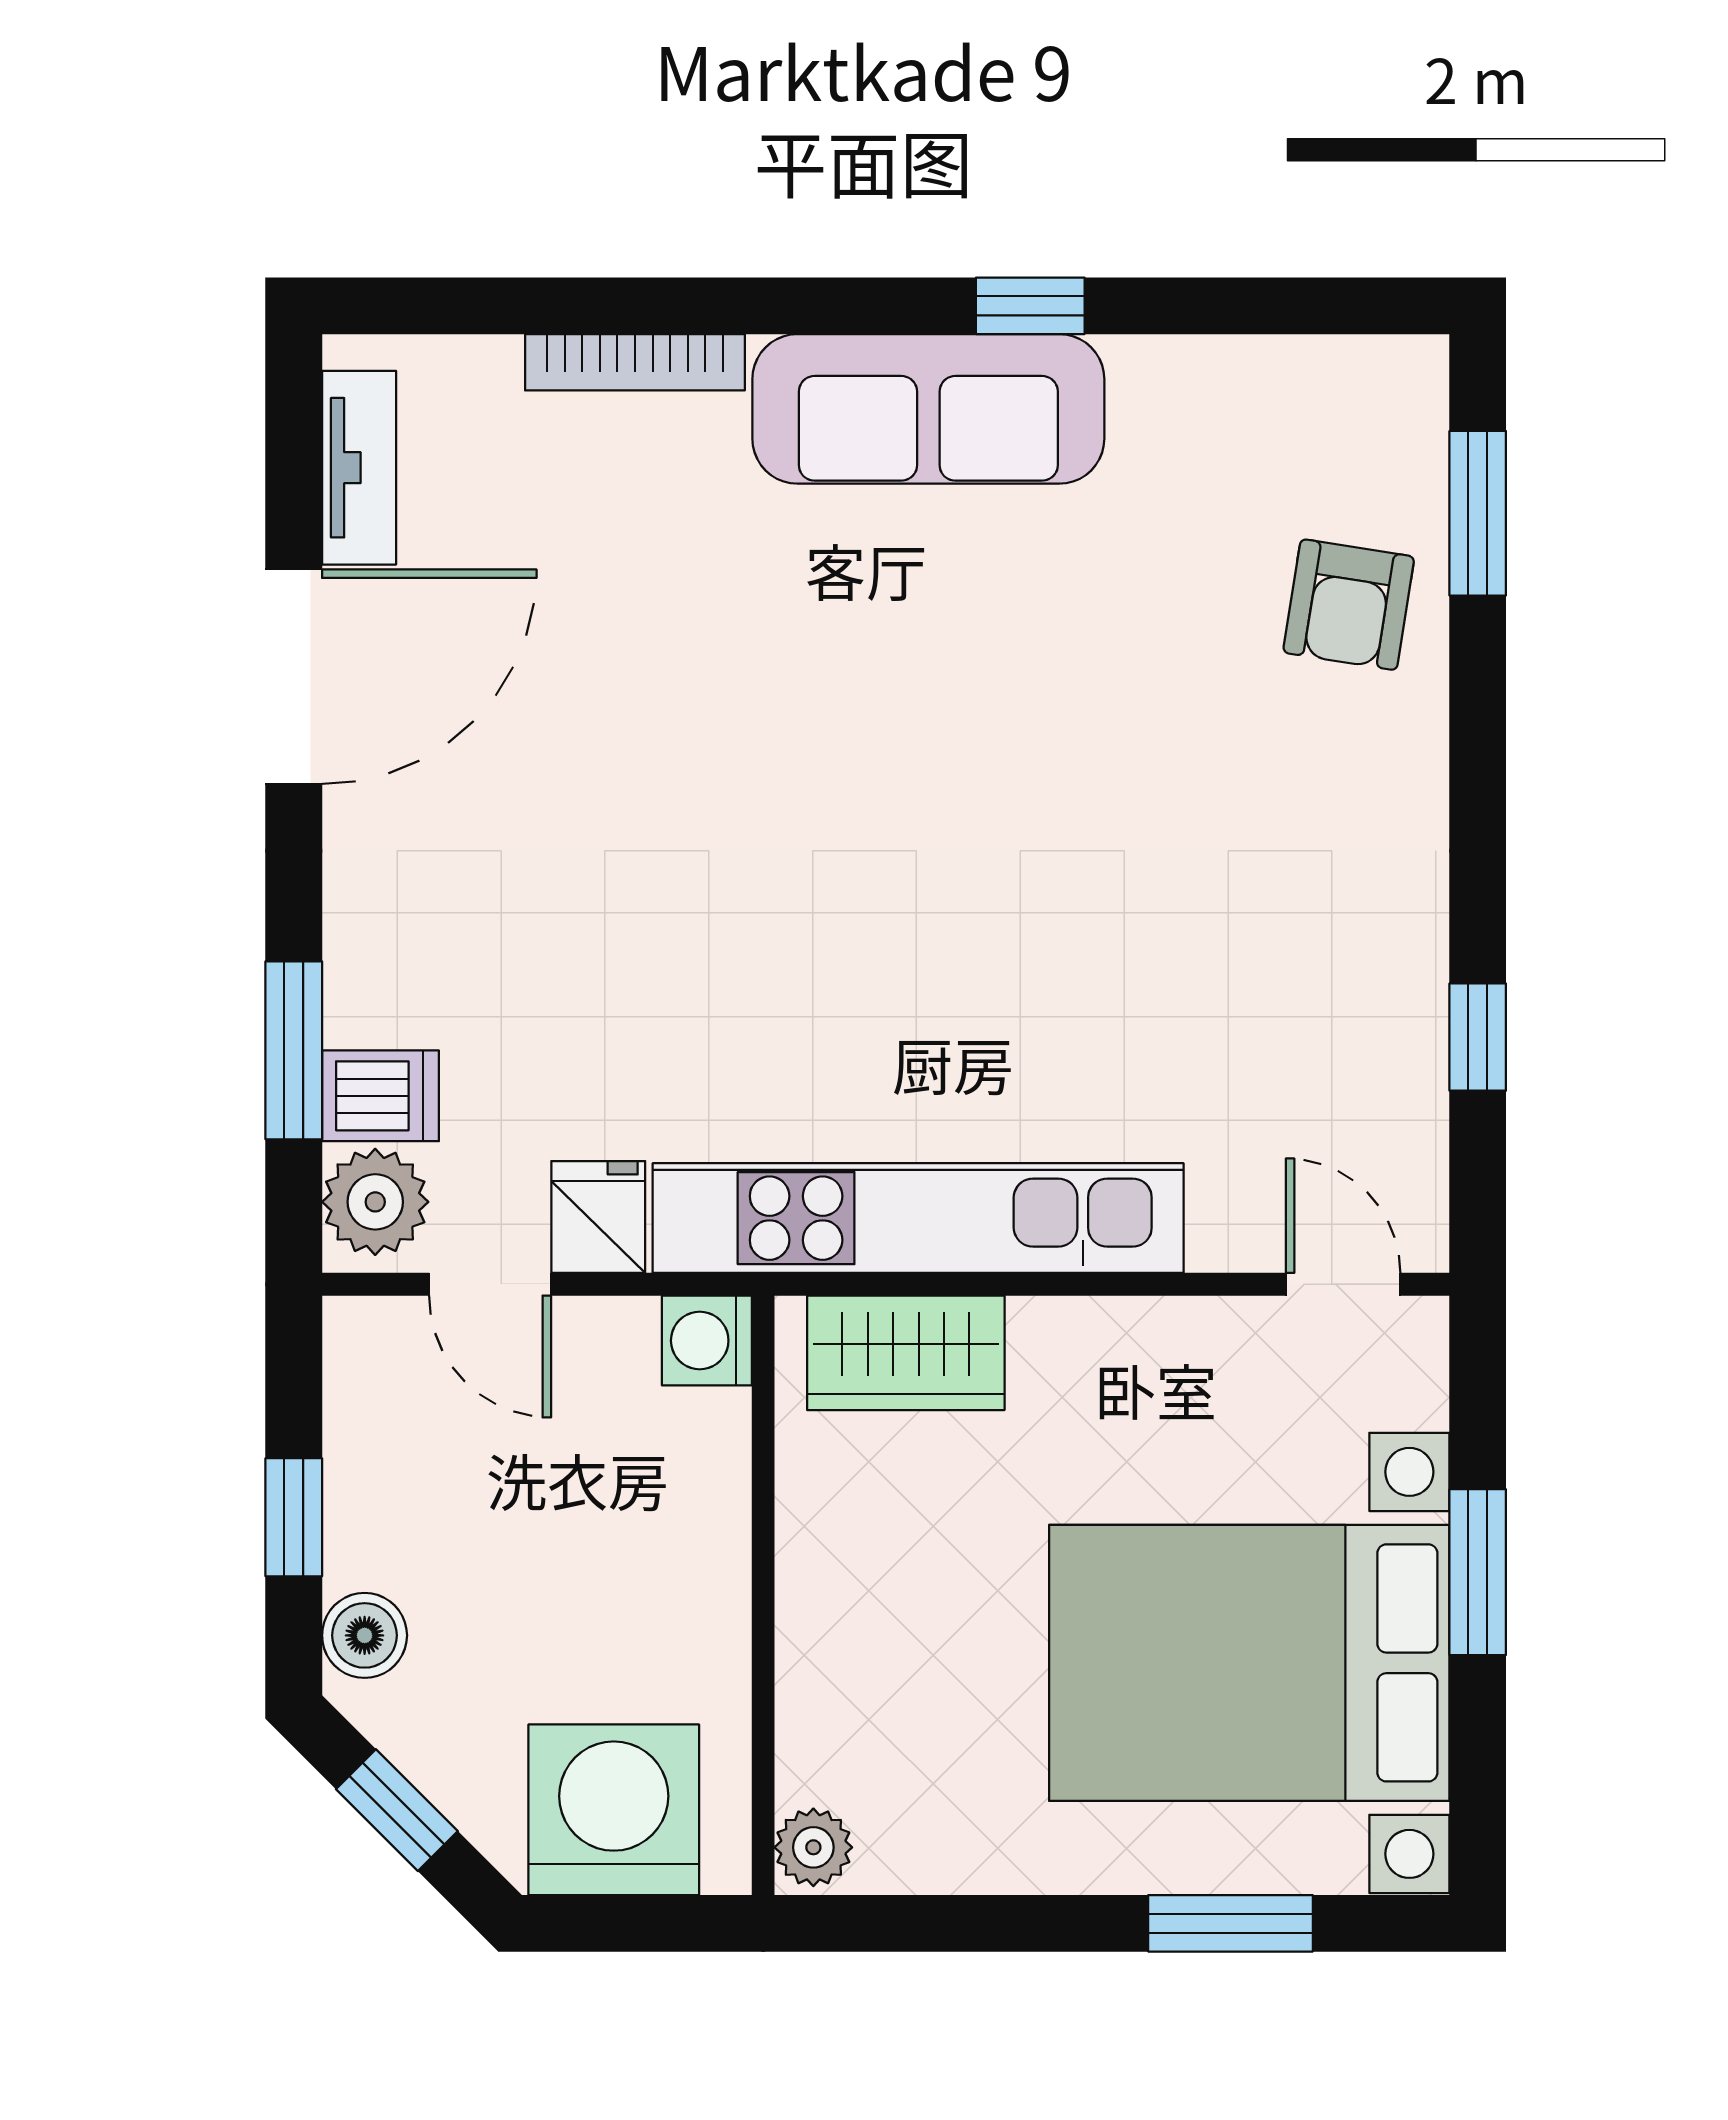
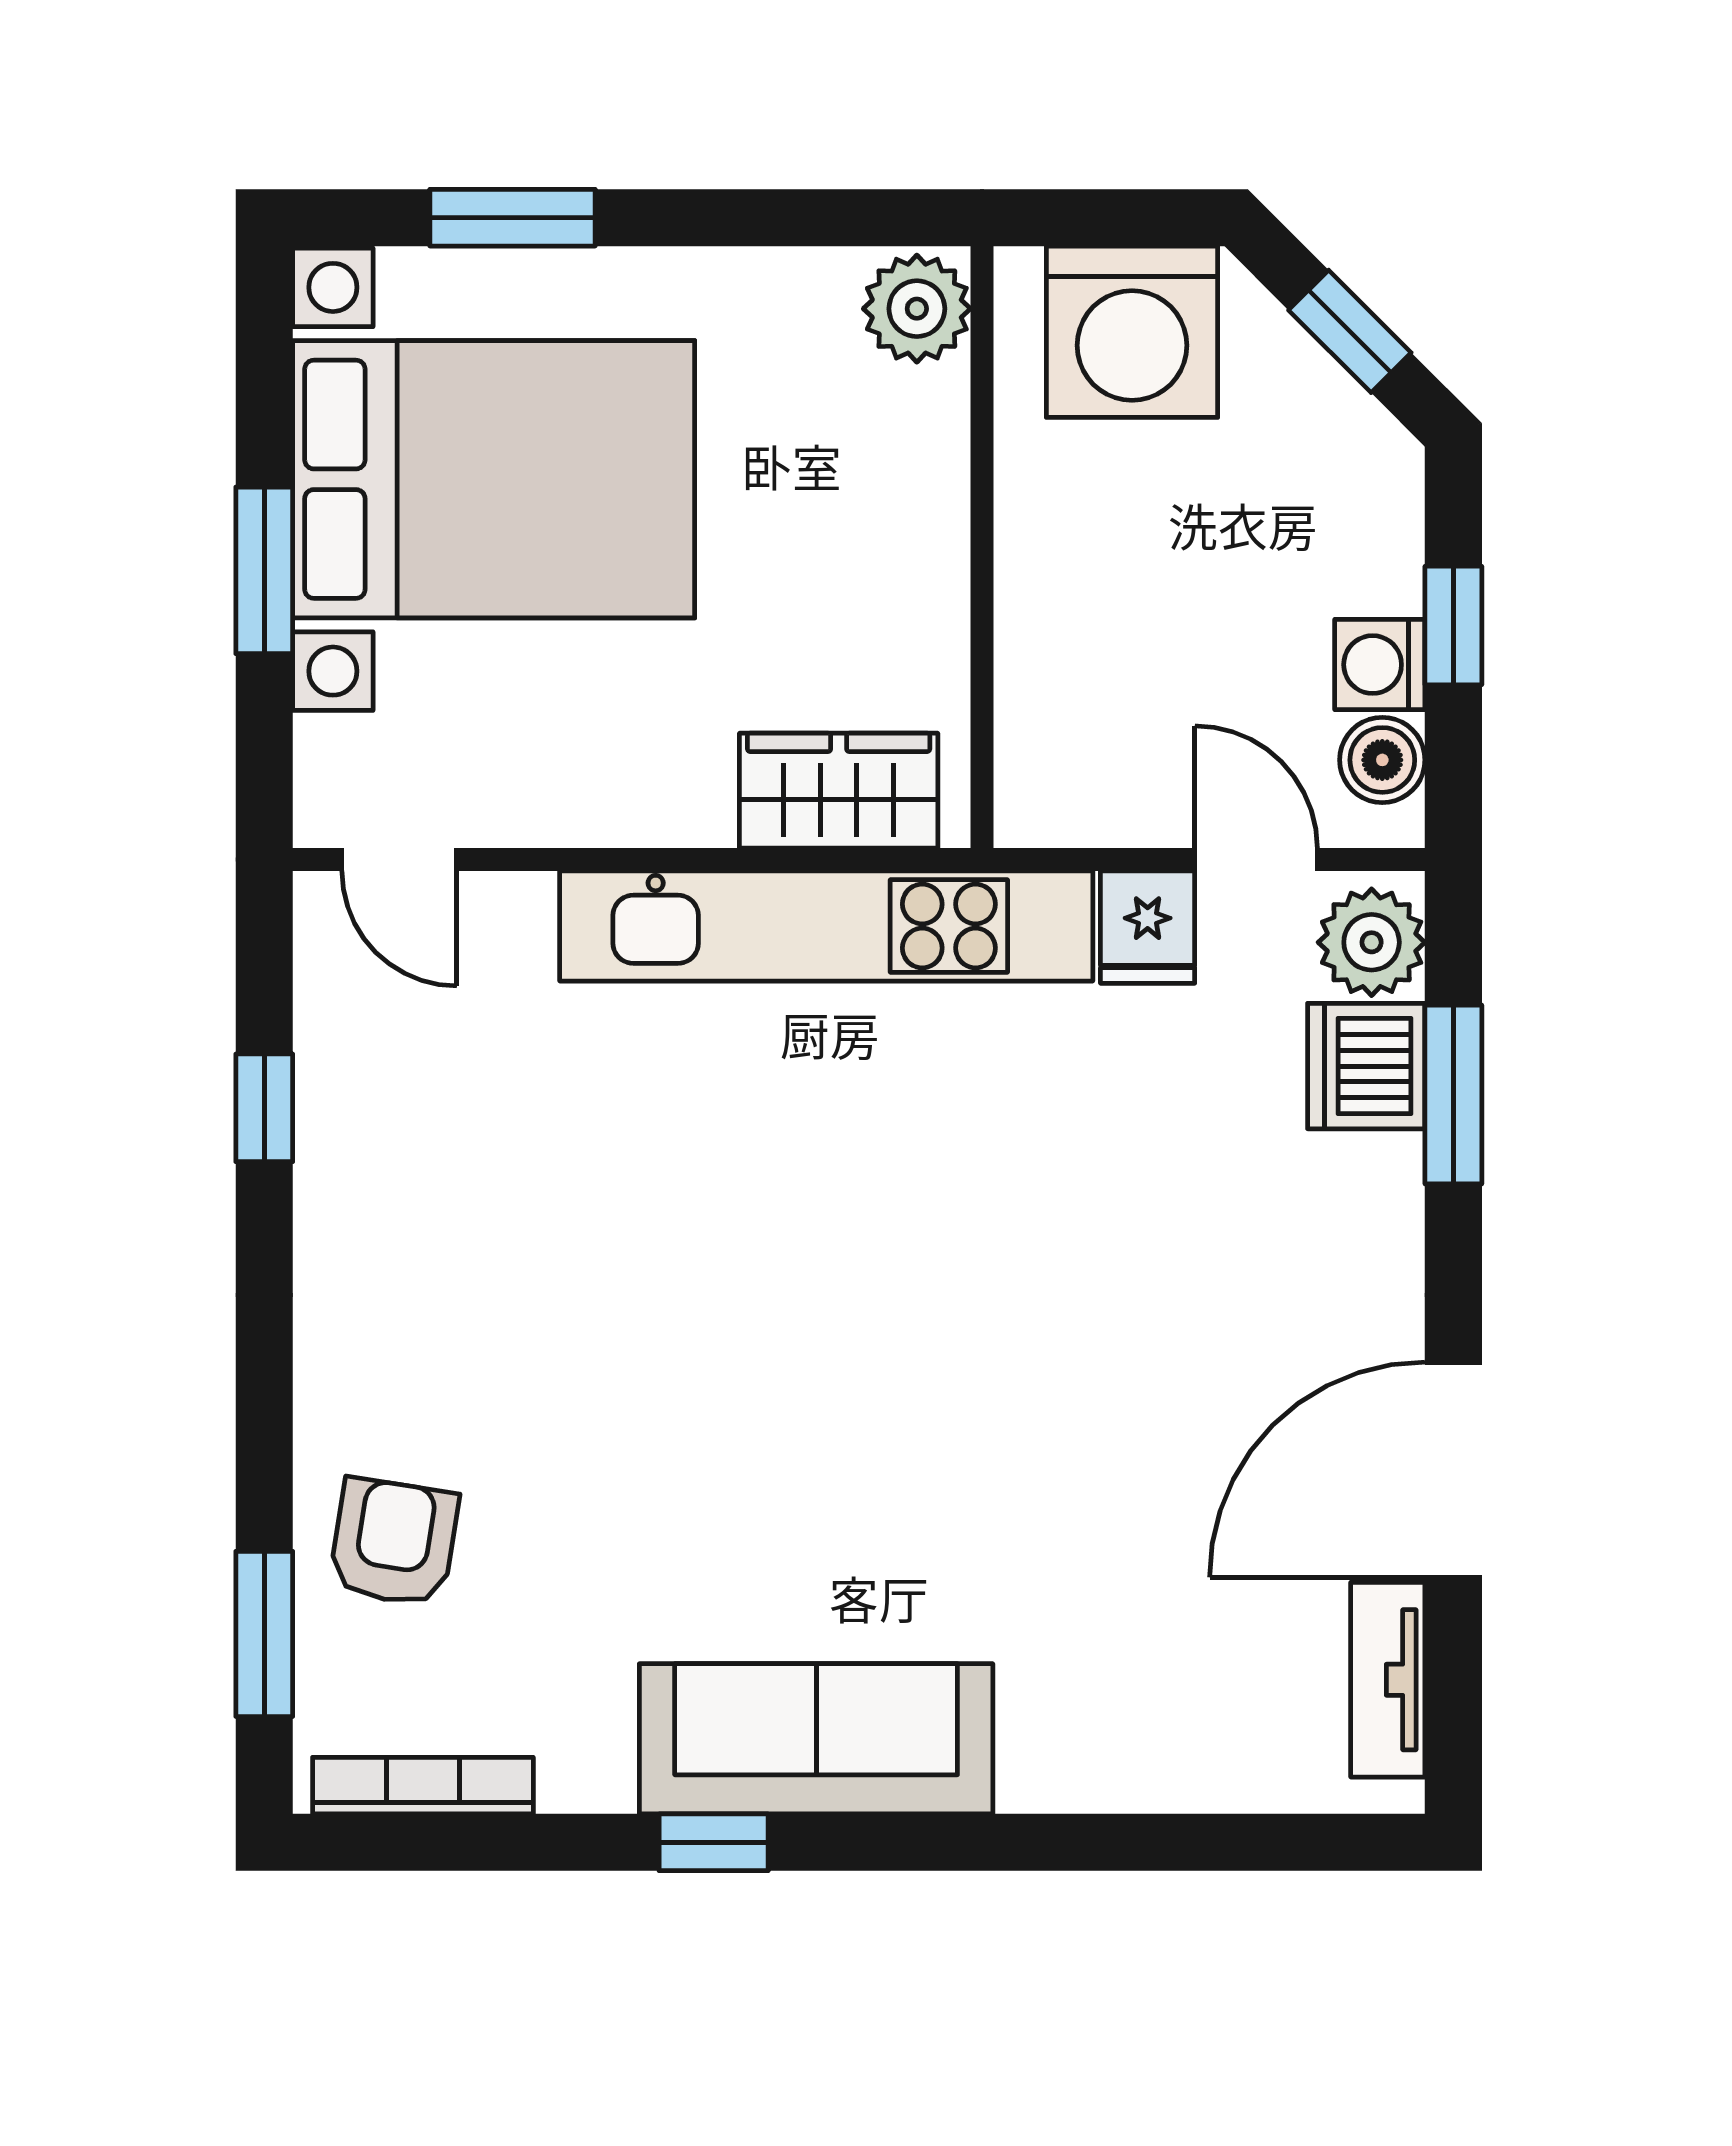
bookcase: (635, 362) -> (423, 1786), moved
dishwasher: (380, 1096) -> (1366, 1066), width x1.38
washing machine: (707, 1341) -> (1380, 665), moved, turned 180
boiler: (365, 1635) -> (1382, 760), moved
plant: (813, 1847) -> (917, 309), width x1.38, depth x1.38

